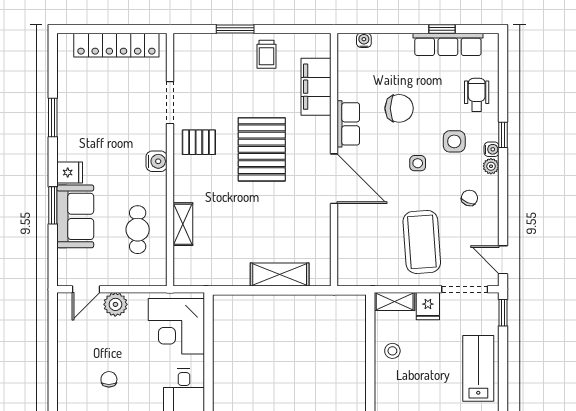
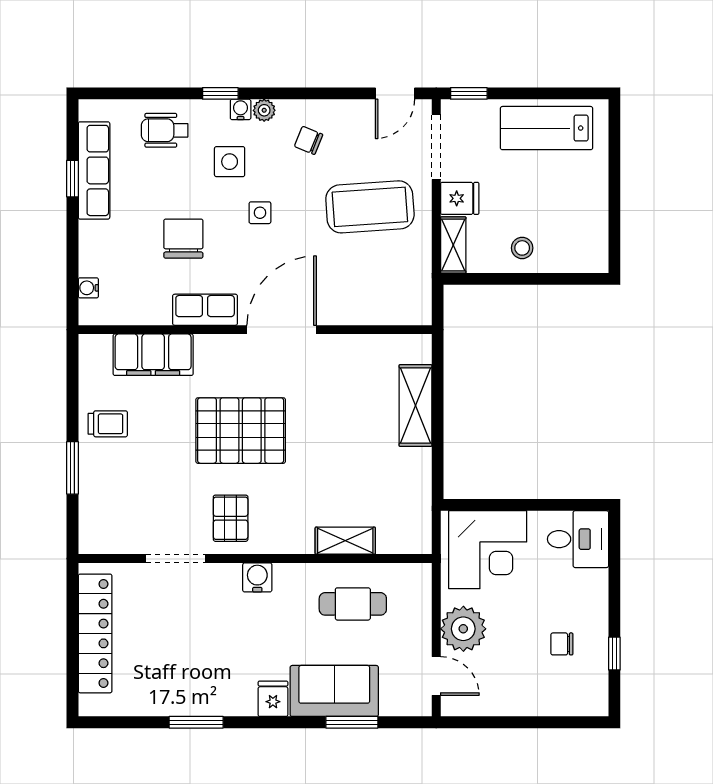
window: (53, 205) -> (352, 722), moved
plant: (115, 304) -> (463, 629), width x1.36, depth x1.36

